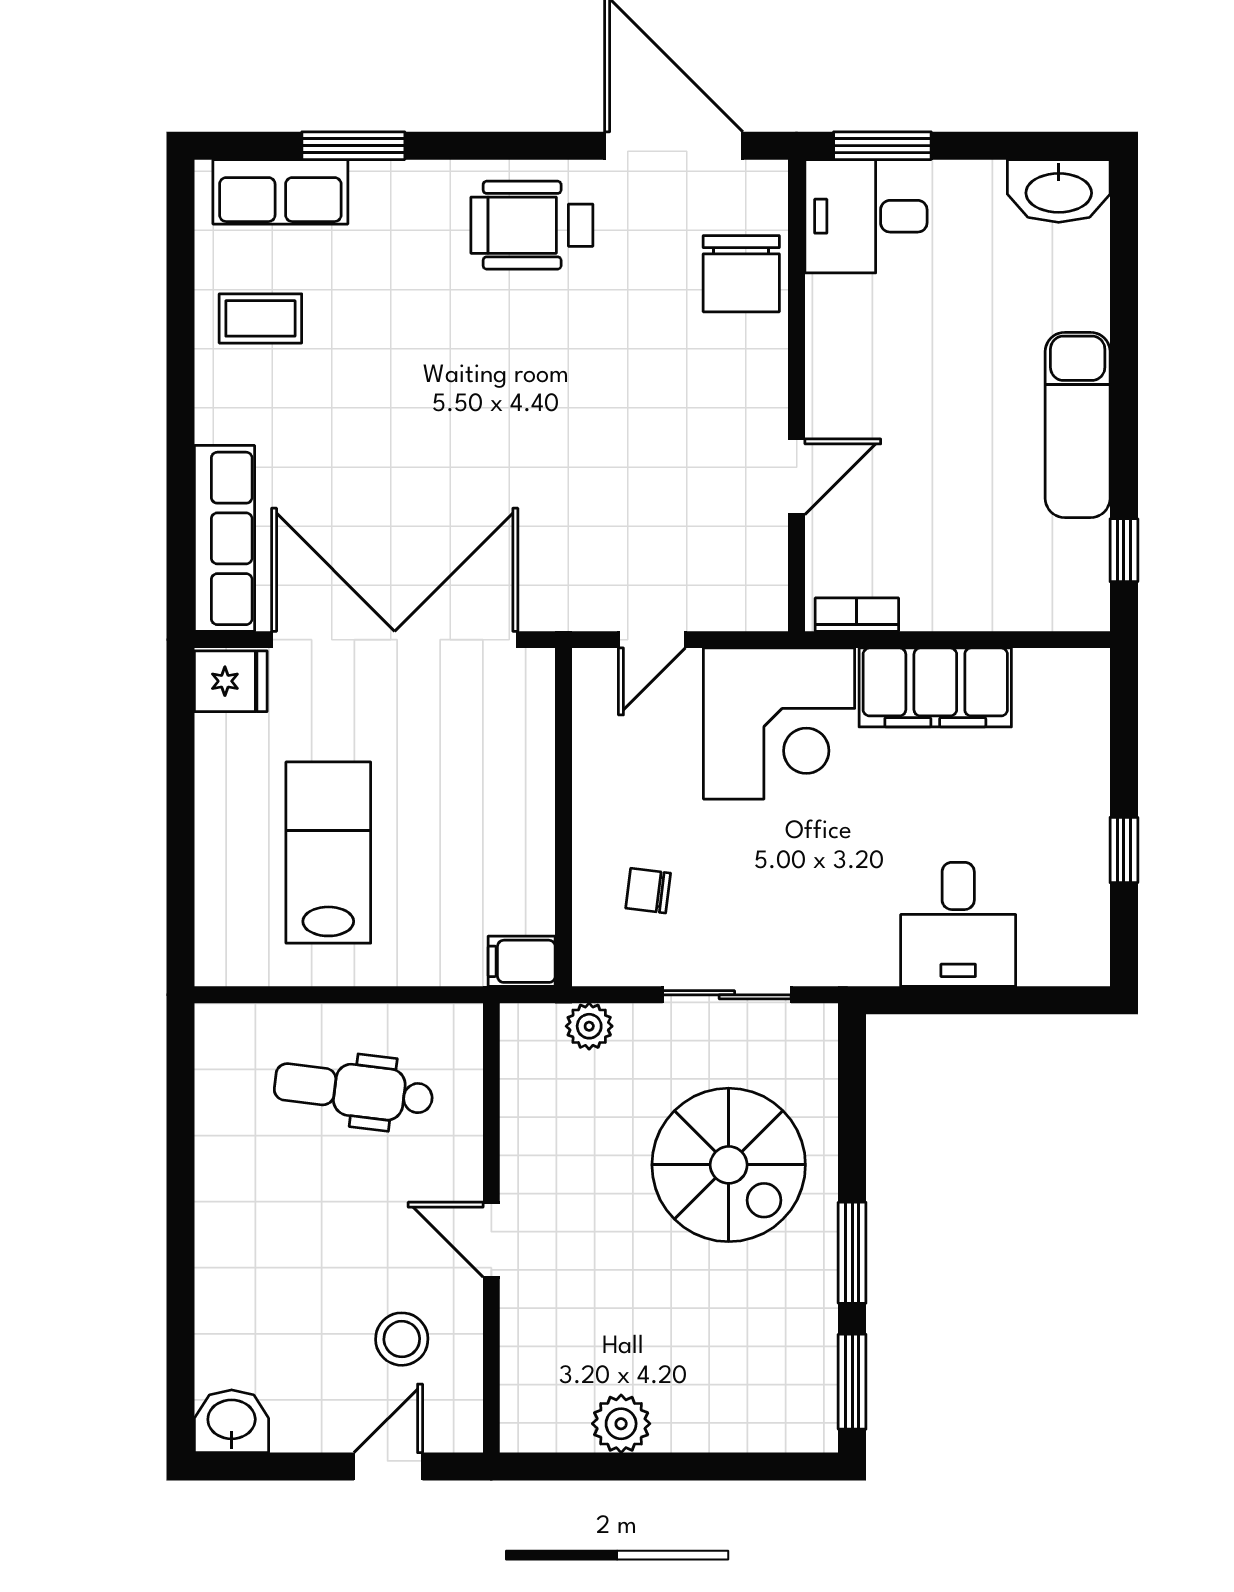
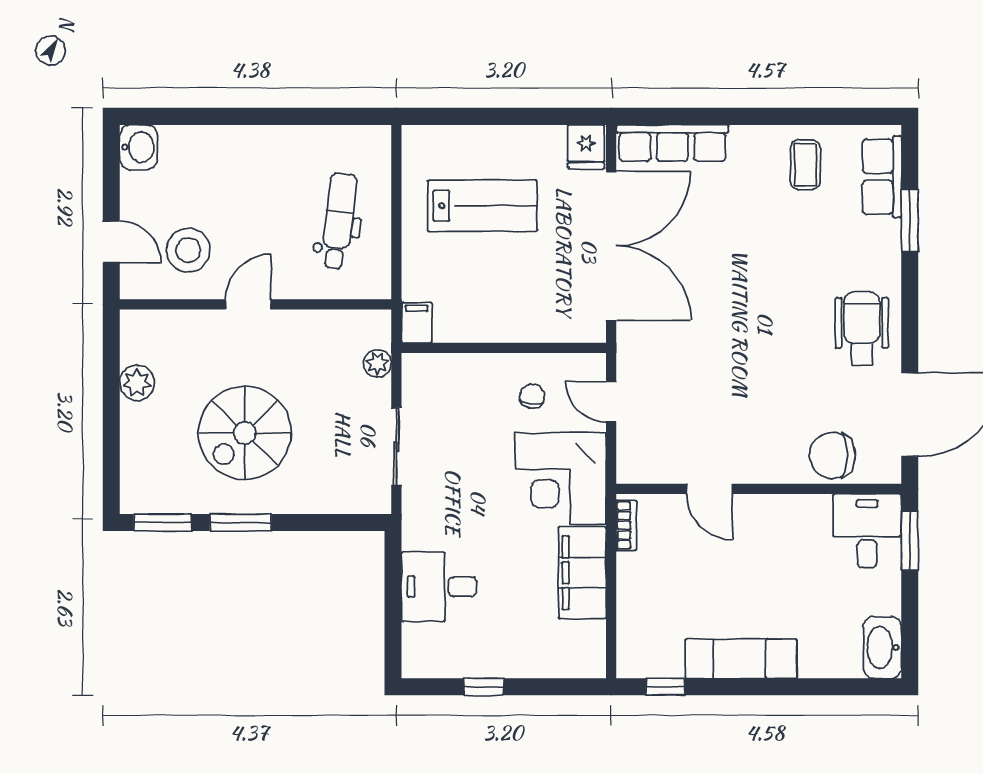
chair: (648, 891) -> (532, 396), moved
spiral stairs: (729, 1165) -> (245, 433), moved
stool: (402, 1339) -> (188, 250), width x1.38, depth x1.38

